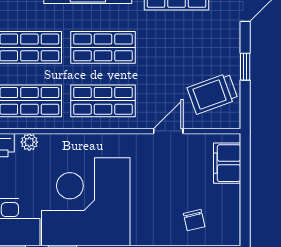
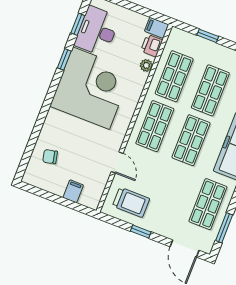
trolley: (212, 94) -> (131, 202), turned 110
filing cabinet: (227, 163) -> (73, 191), width x0.50

